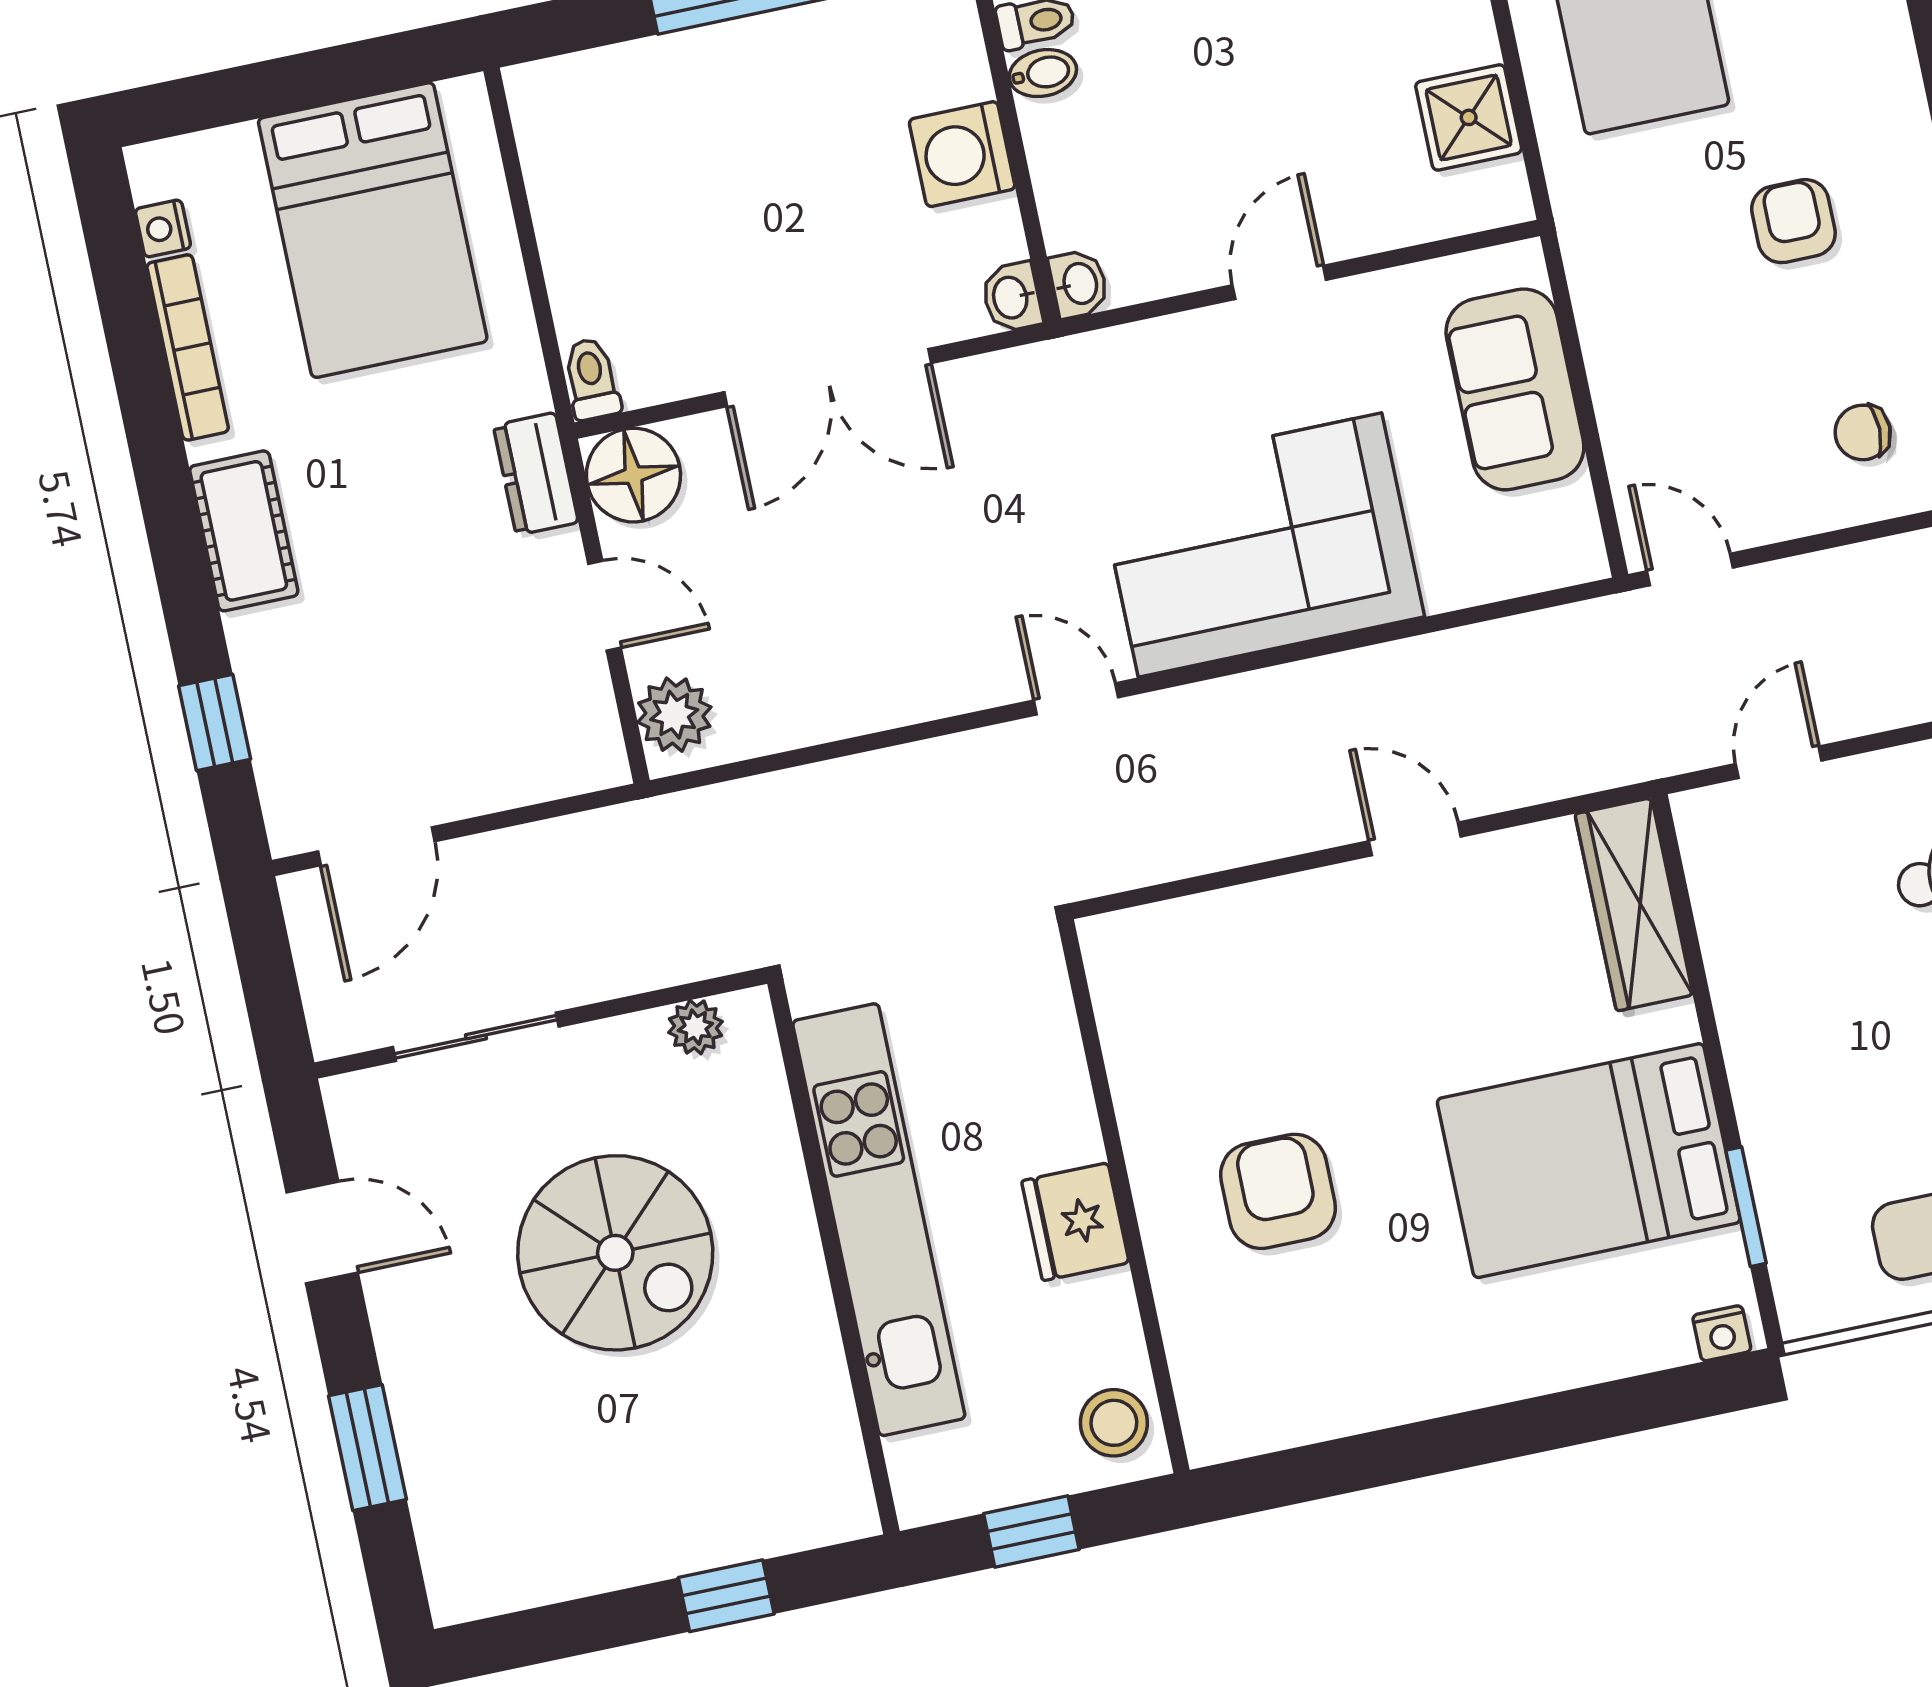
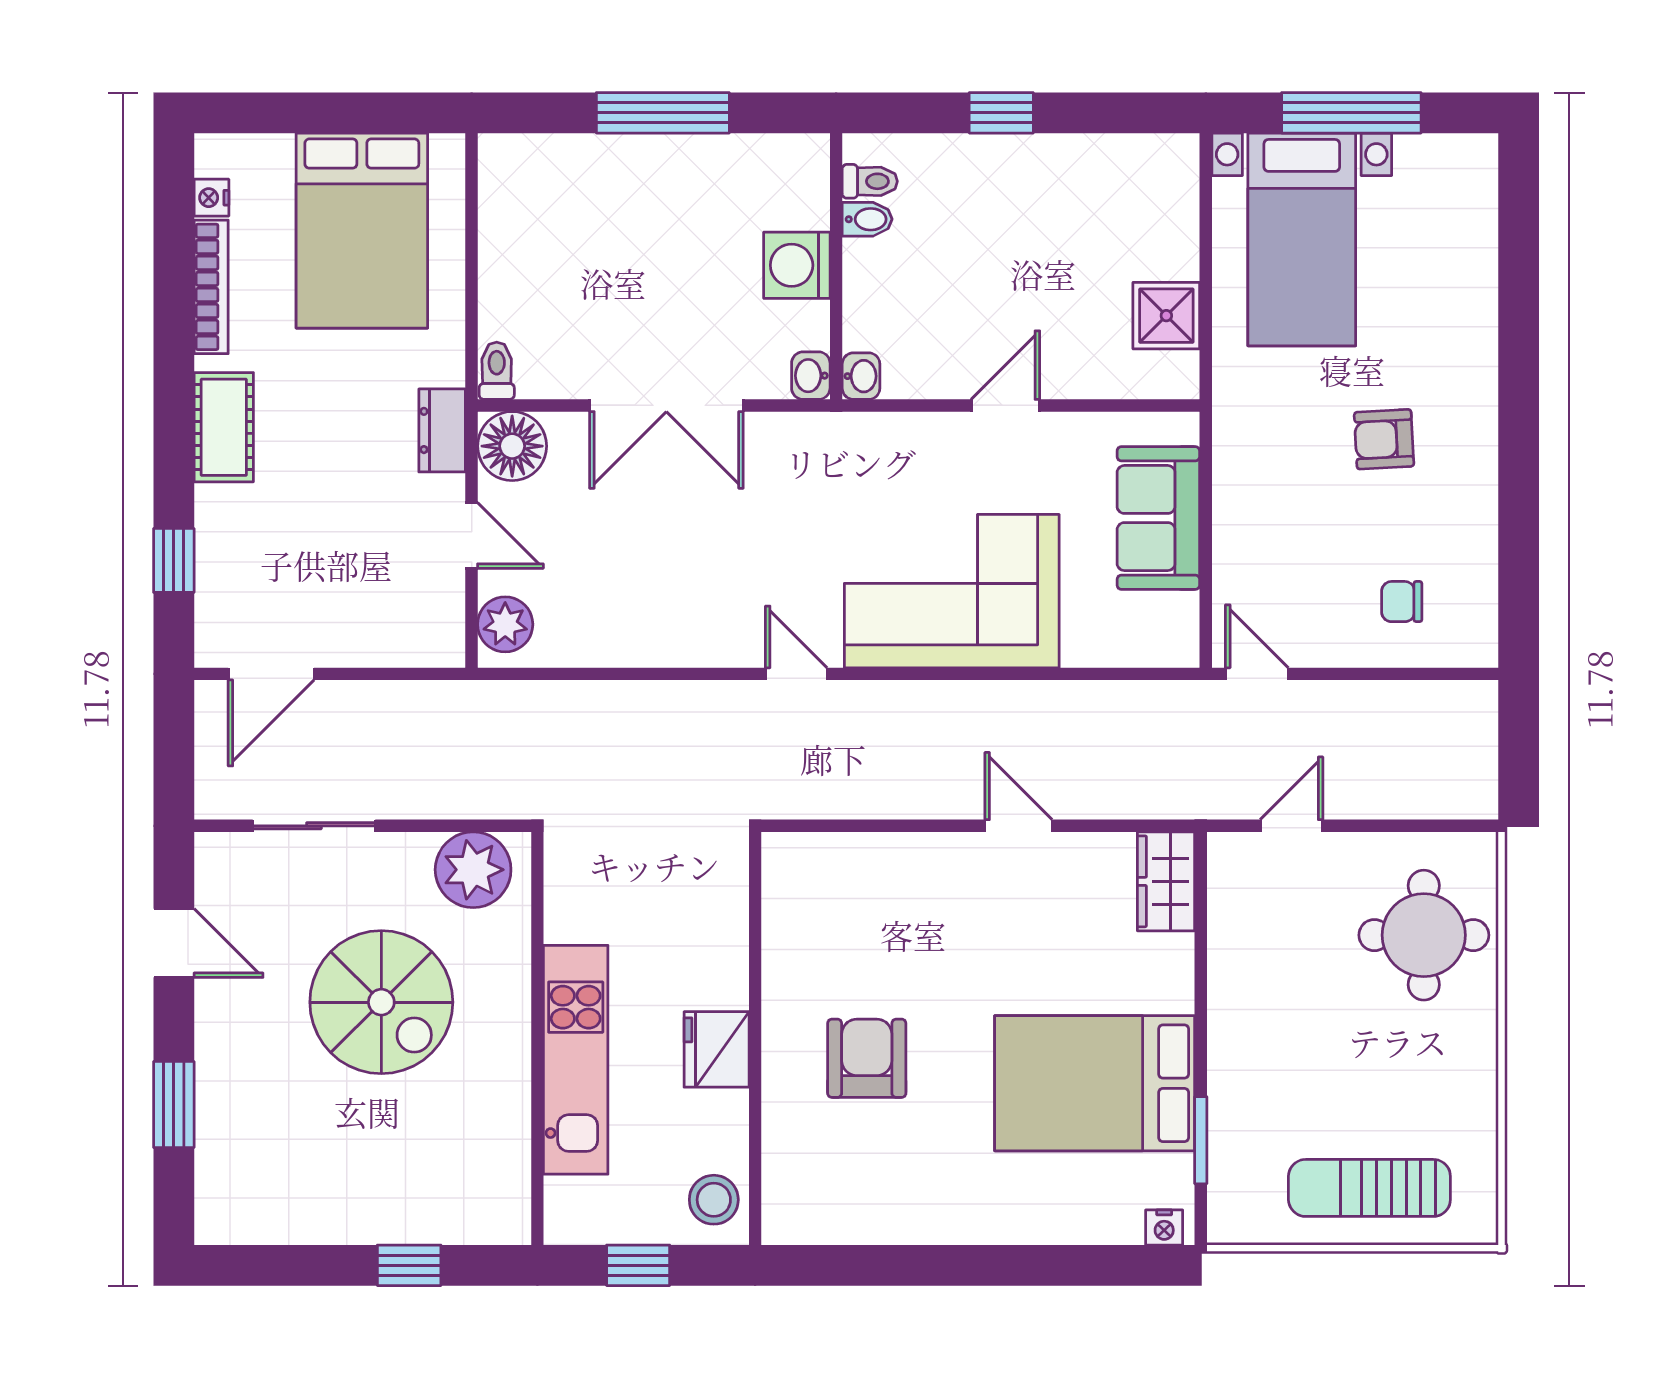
armchair: (1793, 221) -> (1384, 439), turned -93
wardrobe: (1634, 904) -> (1166, 881), width x0.67
plant: (695, 1027) -> (473, 870), width x1.87, depth x1.87
kitchen unit: (879, 1220) -> (576, 1060), width x0.73

